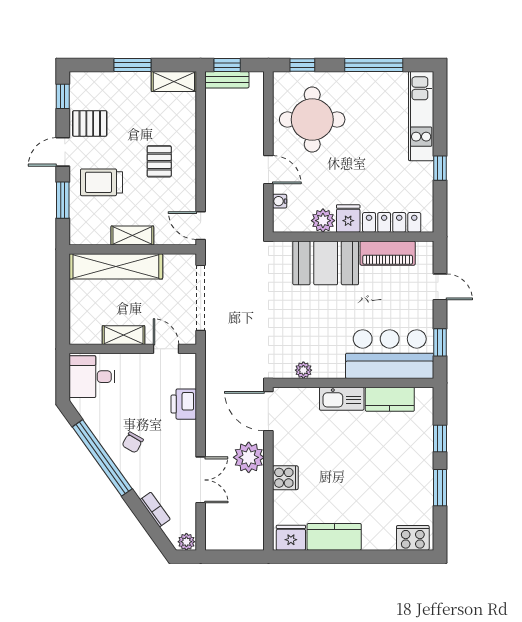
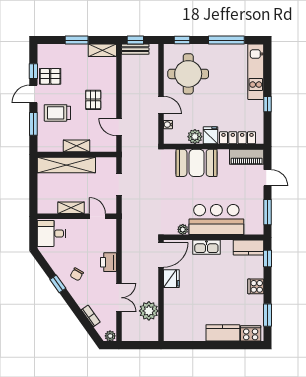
window: (63, 96) -> (33, 71), moved
door: (201, 226) -> (119, 127), moved
piano: (388, 253) -> (247, 157), moved
doorway: (201, 298) -> (119, 185), width x0.53
window: (440, 342) -> (268, 212), width x1.50
bar counter: (390, 354) -> (216, 220), moved
kitchen counter: (390, 399) -> (248, 248), moved
printer: (184, 404) -> (108, 262), moved
door: (268, 411) -> (161, 255), swing flipped
window: (440, 439) -> (268, 259), moved
plant: (249, 457) -> (149, 311), moved
window: (102, 458) -> (58, 284), width x0.32
cooker: (285, 478) -> (256, 286), moved, turned 180
window: (440, 488) -> (268, 315), moved
kitchen counter: (334, 537) -> (223, 333), moved
fridge: (291, 538) -> (171, 279), moved, turned 90

